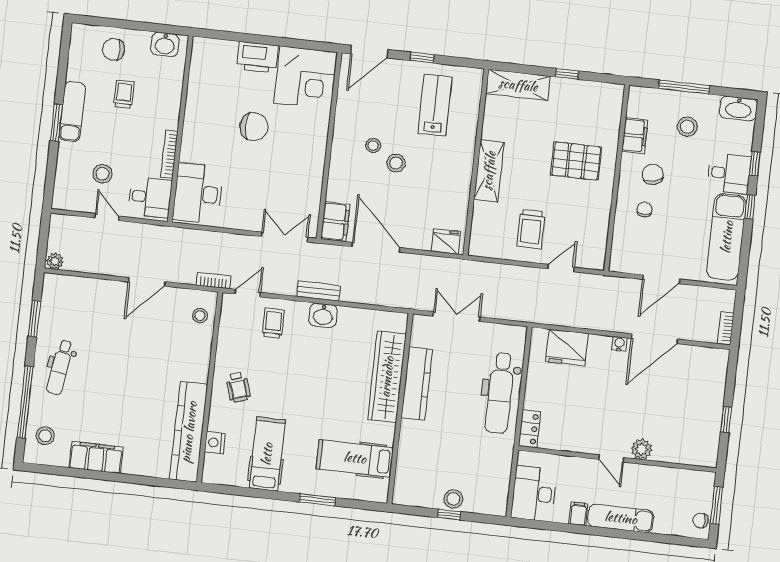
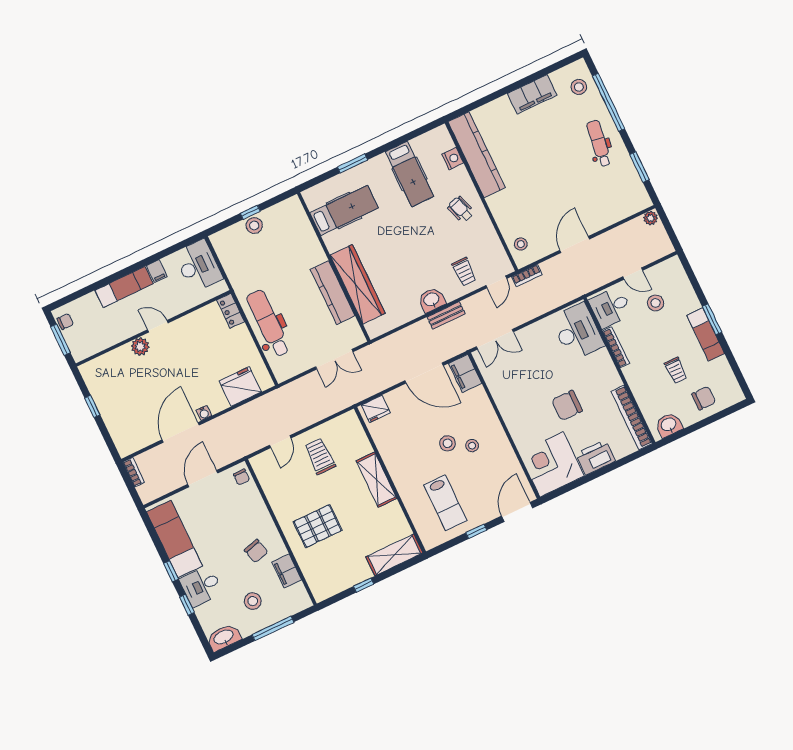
bookcase: (197, 75) -> (632, 417), added
chair: (644, 209) -> (242, 477), moved

